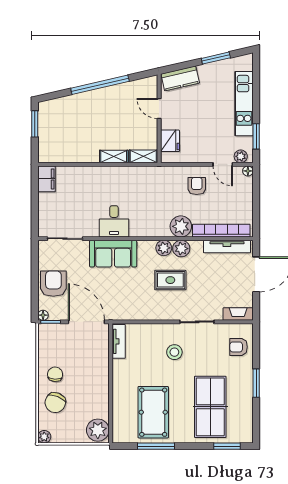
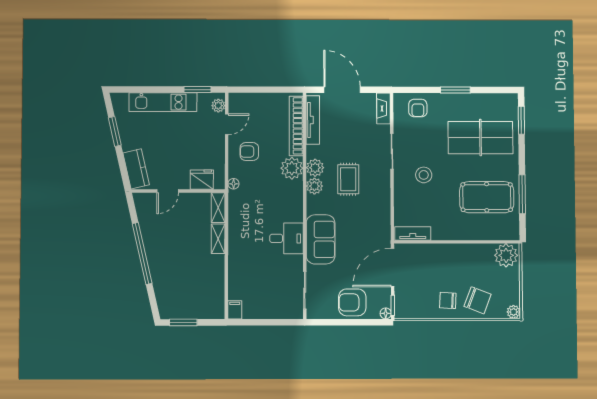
floor lamp: (248, 171) -> (234, 184), moved
filing cabinet: (47, 179) -> (235, 310), width x0.50

